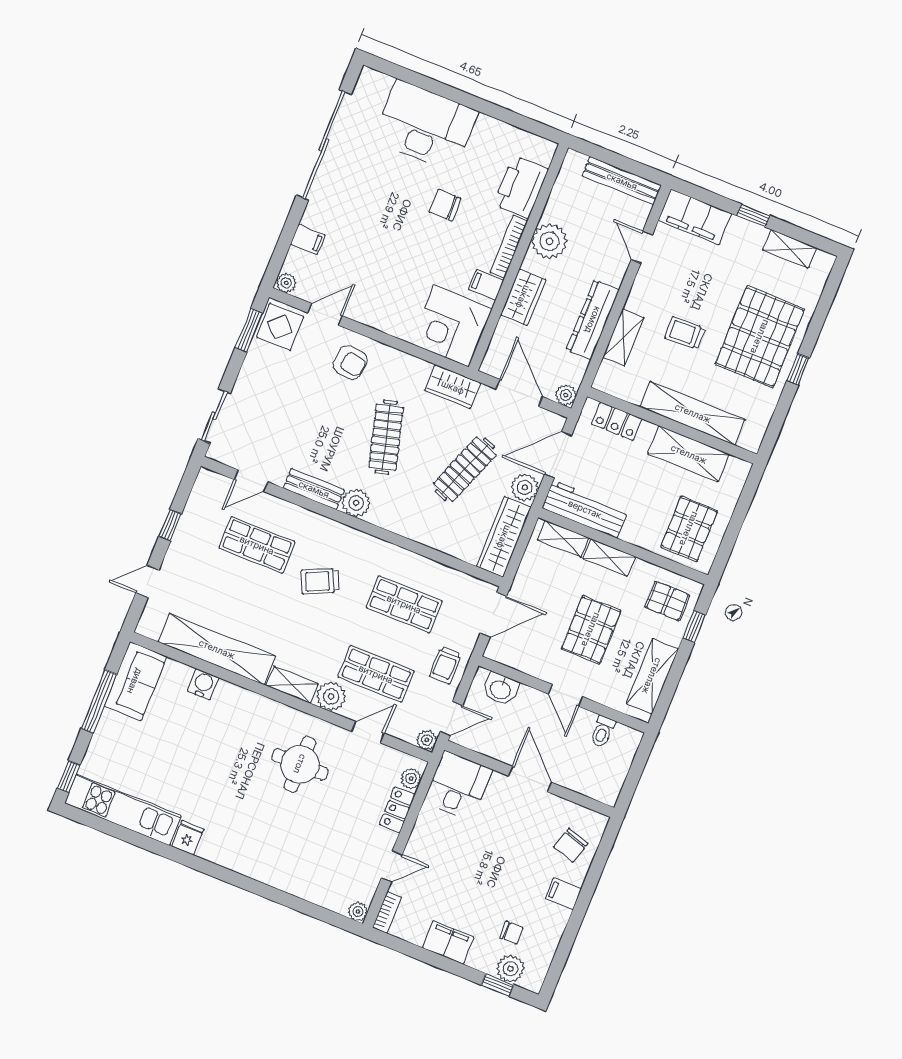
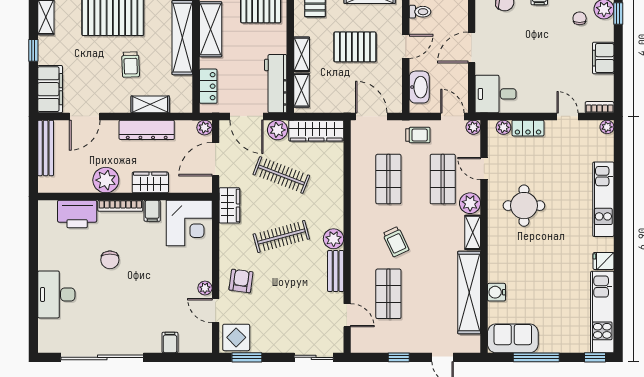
desk: (425, 126) -> (56, 294), width x0.73, depth x0.77
door: (642, 247) -> (85, 116), width x1.38
plant: (286, 283) -> (205, 288), moved
washbasin: (501, 689) -> (419, 87), width x1.38
kitchen unit: (267, 869) -> (603, 199), added

